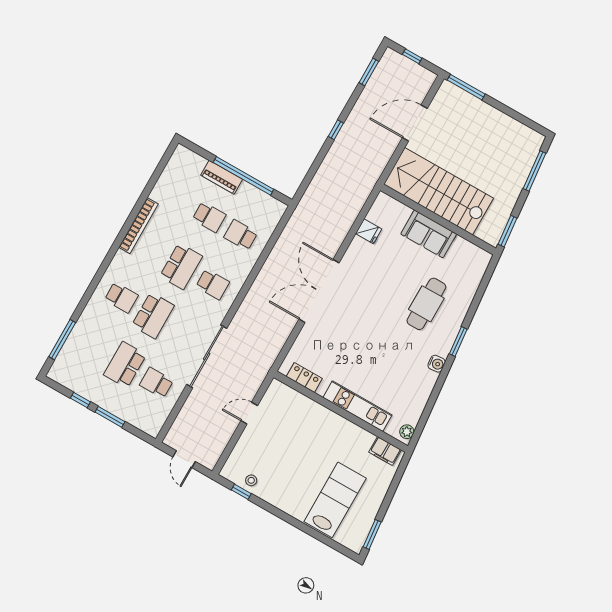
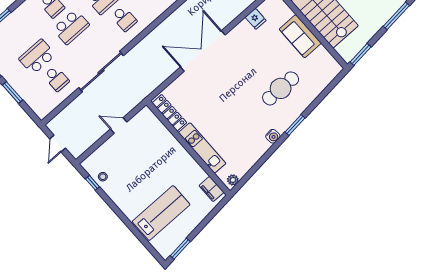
locker: (304, 378) -> (169, 113), width x1.53
school desk: (157, 383) -> (56, 79), turned 180

